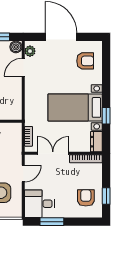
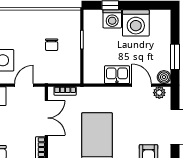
kitchen sink: (14, 89) -> (117, 75), added
door: (23, 174) -> (24, 85), swing flipped

